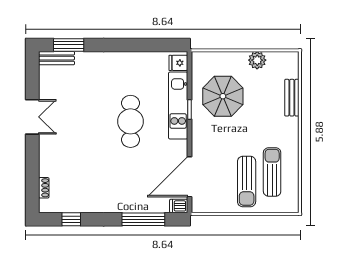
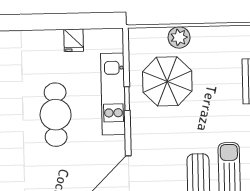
plant: (257, 60) -> (179, 37), moved
fridge: (178, 63) -> (74, 40), moved, turned -90

